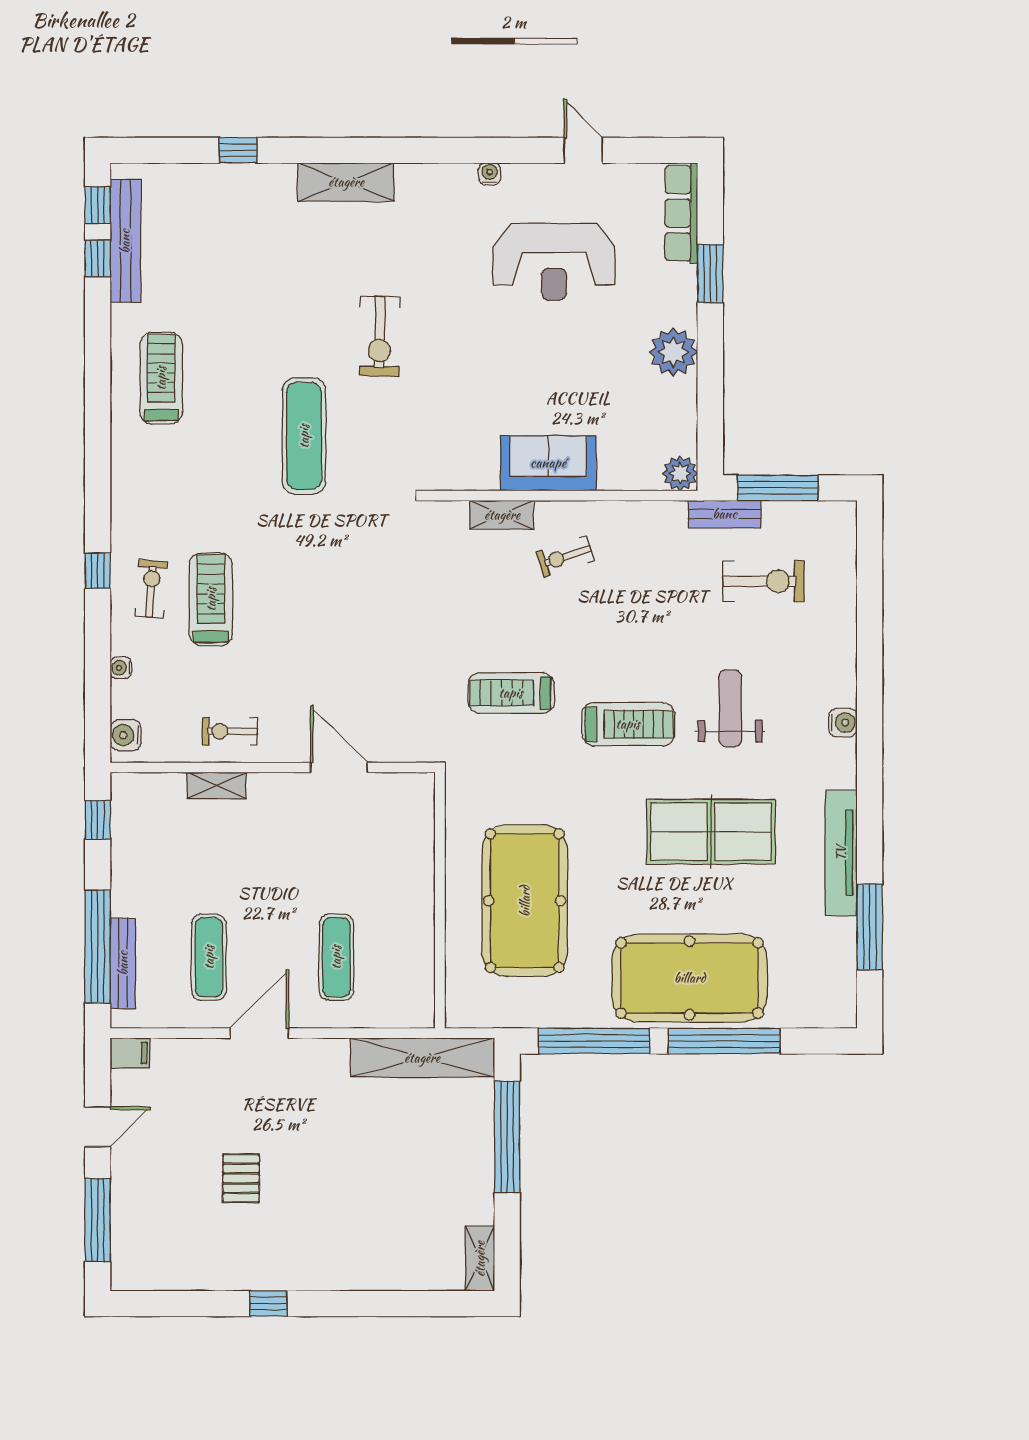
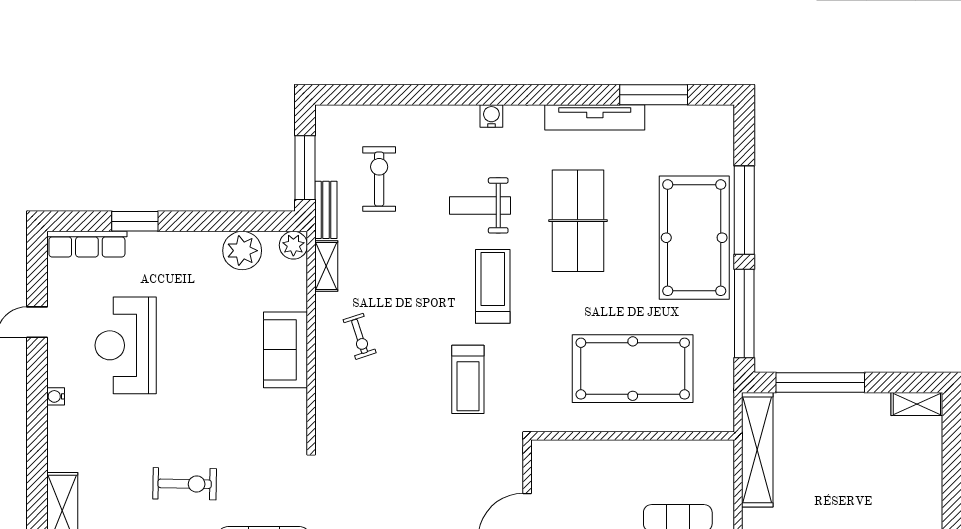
reception desk: (554, 262) -> (126, 345), turned 180
plant: (673, 352) -> (242, 251), moved
shelving: (502, 515) -> (326, 266), moved

